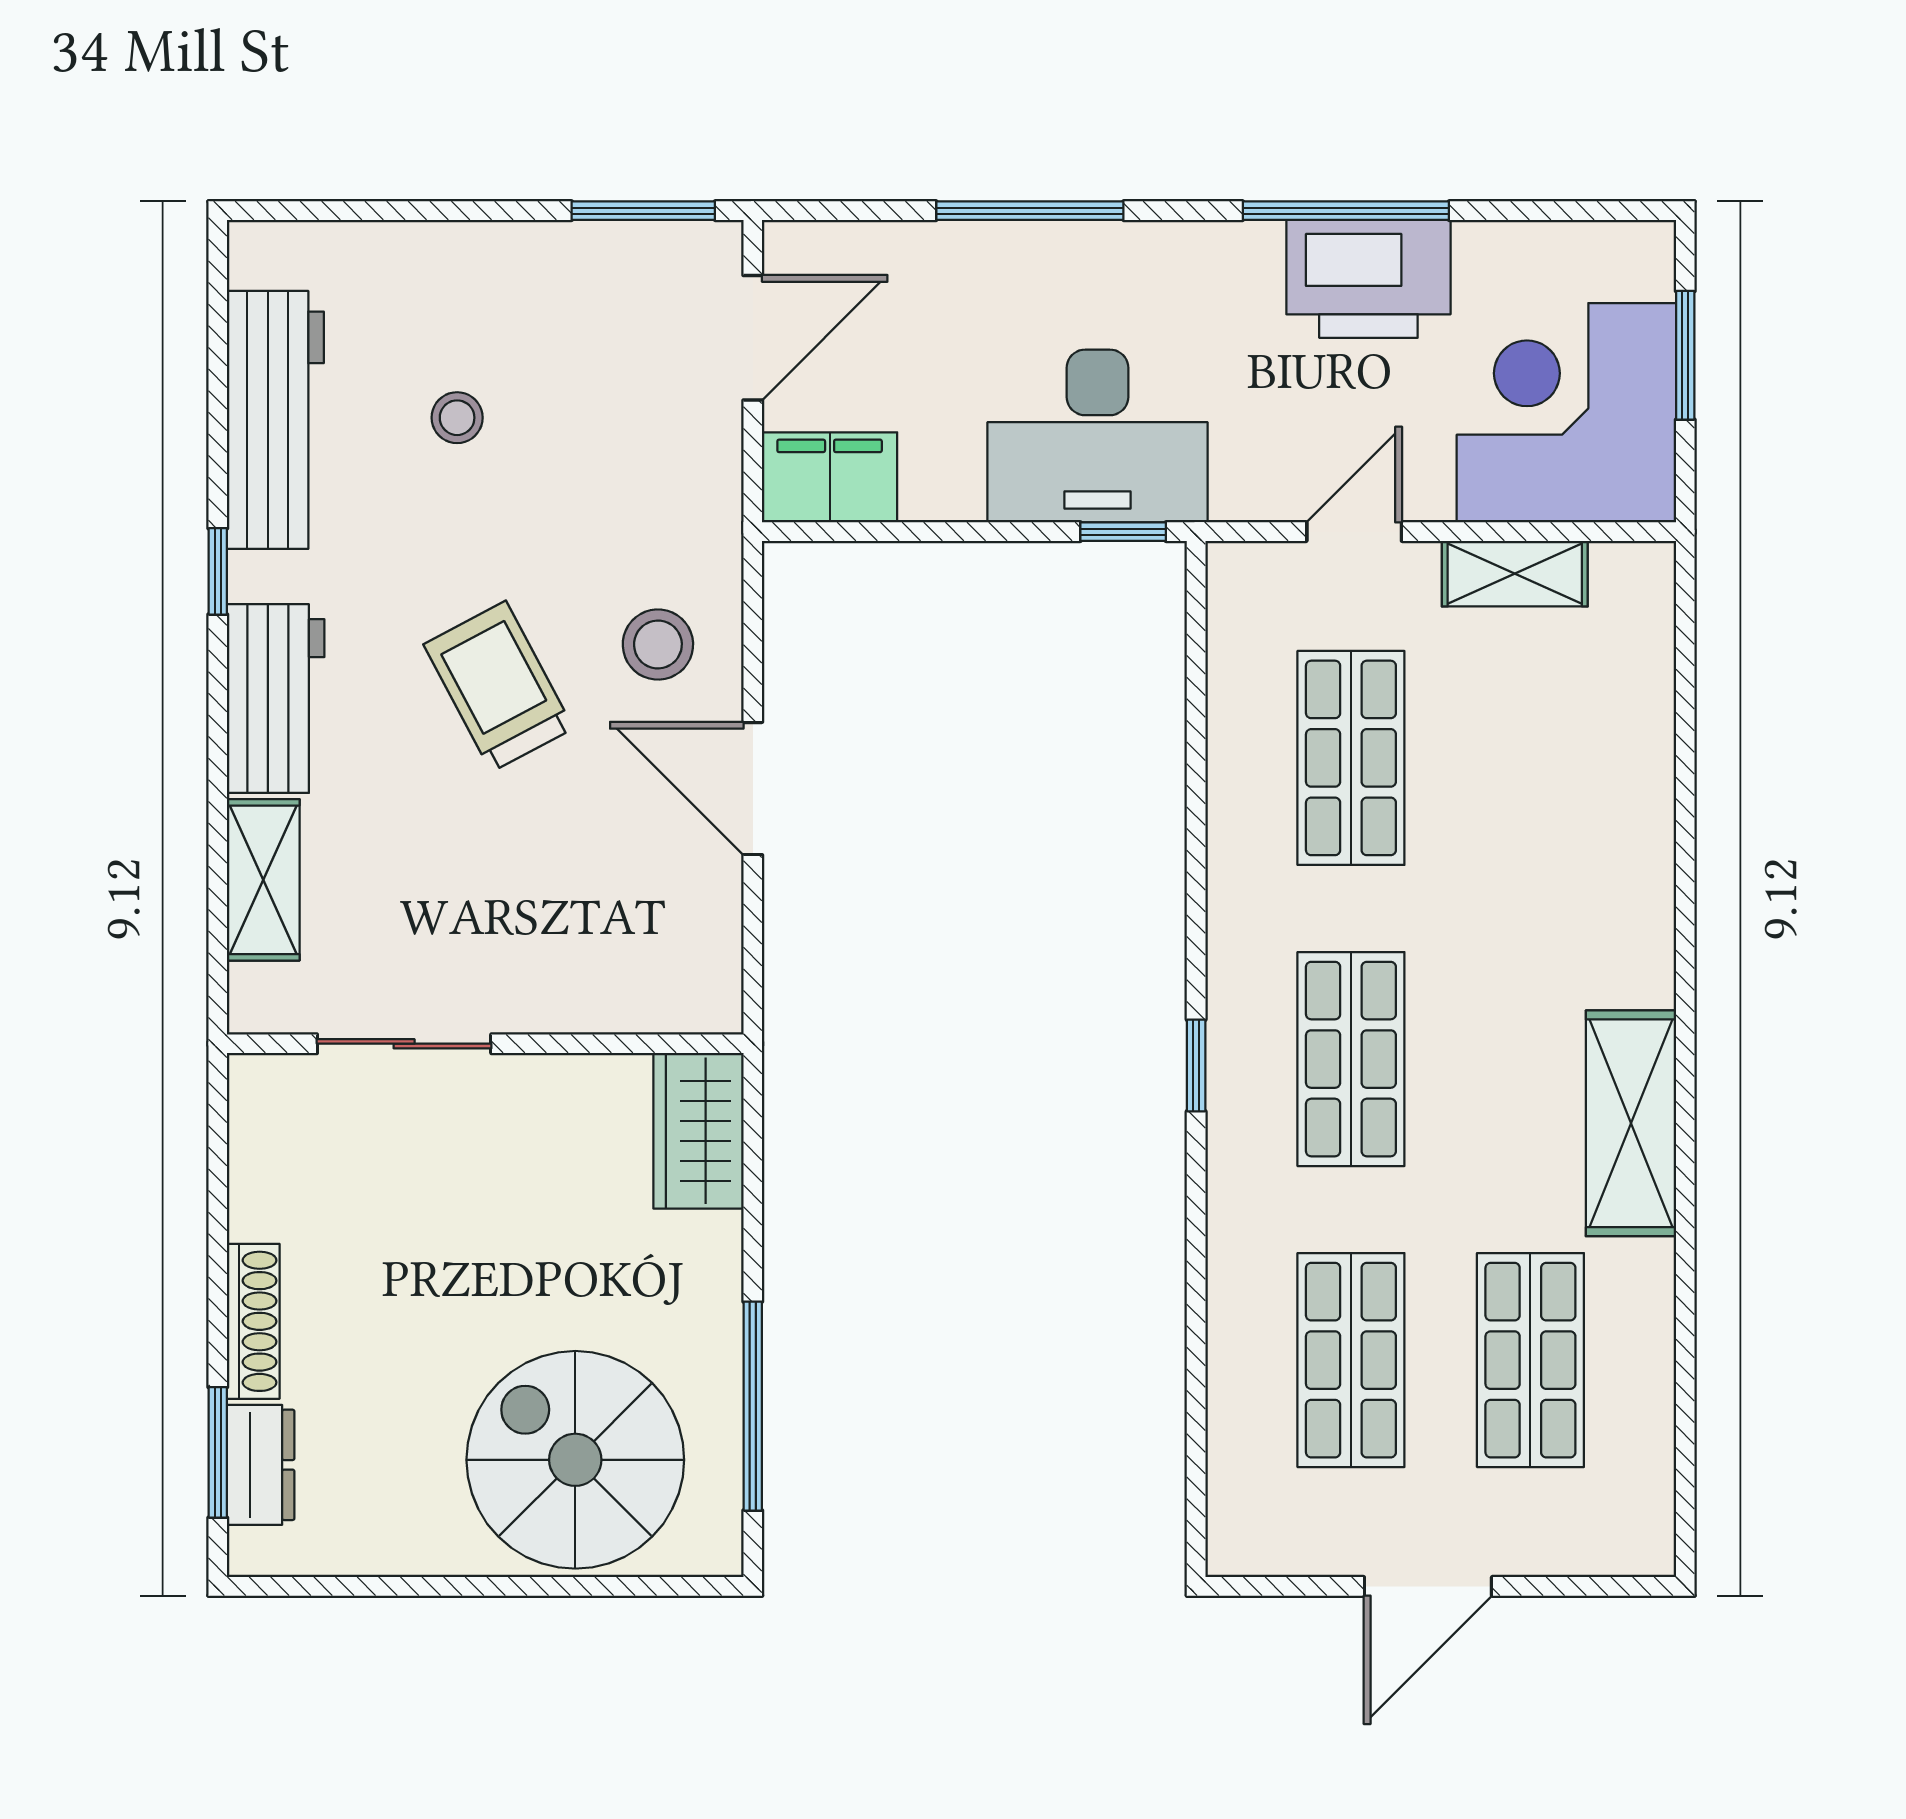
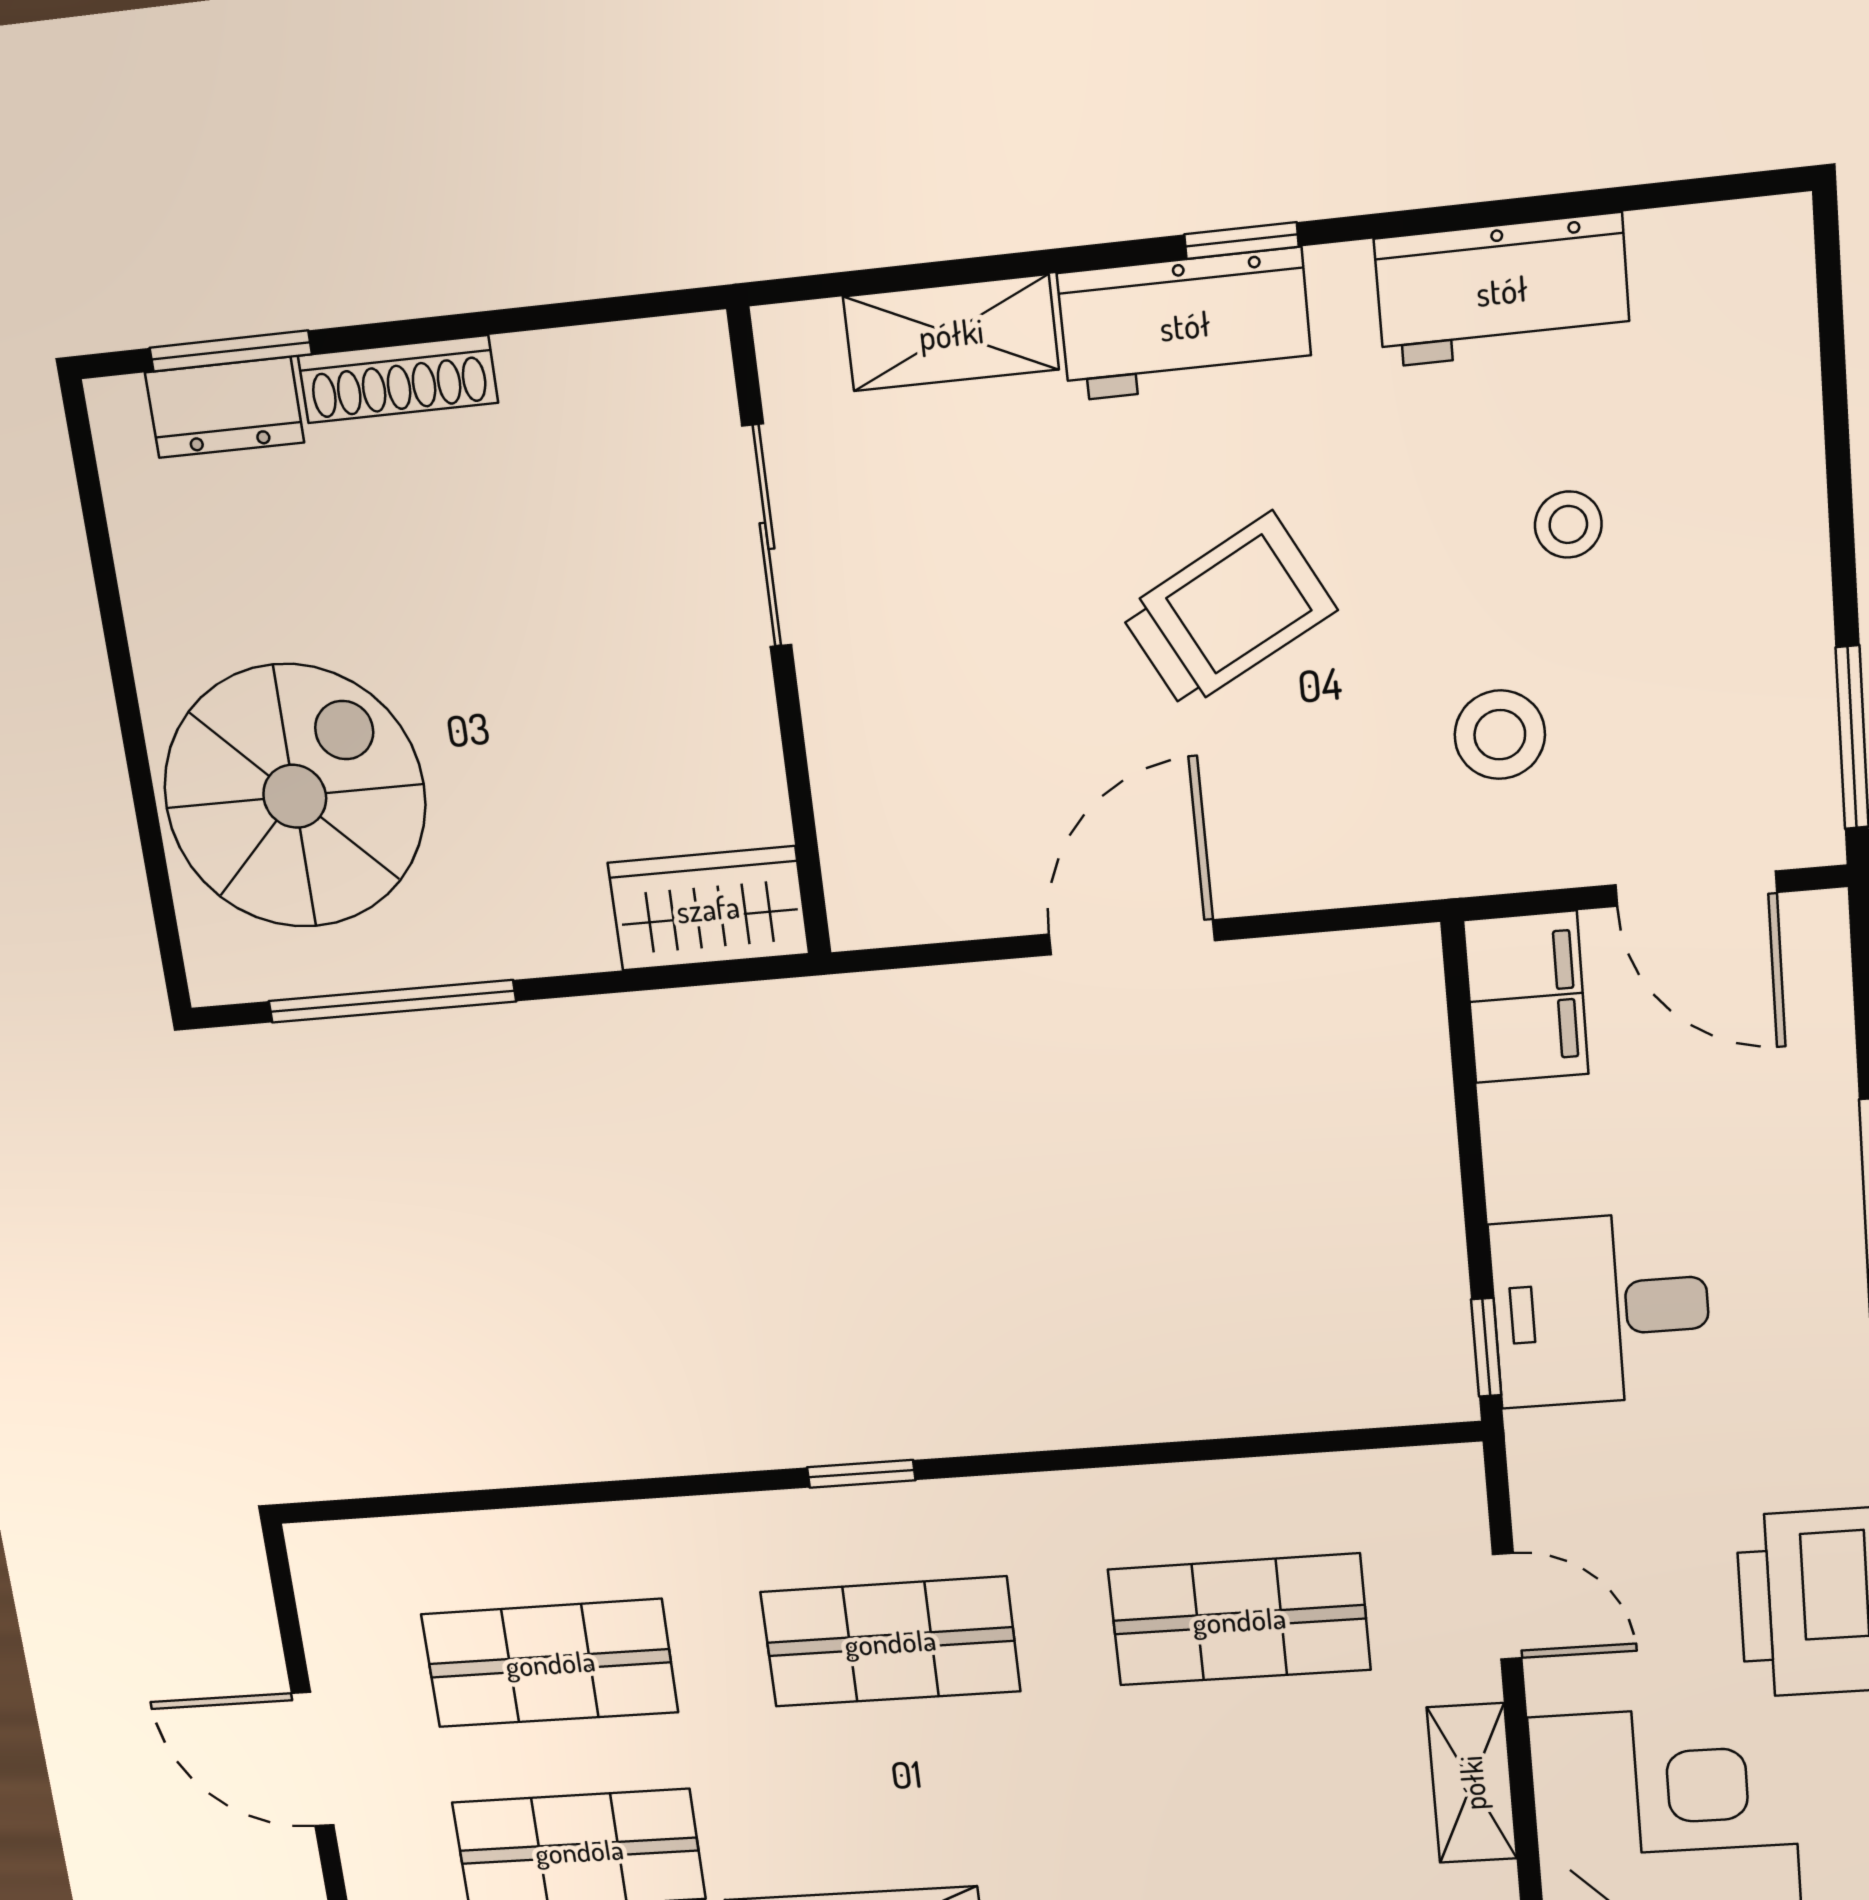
workbench: (275, 420) -> (1502, 290), width x0.73
desk: (1098, 436) -> (1601, 1309), width x0.73
window: (218, 571) -> (1242, 241), moved
stool: (658, 645) -> (1500, 735), moved

